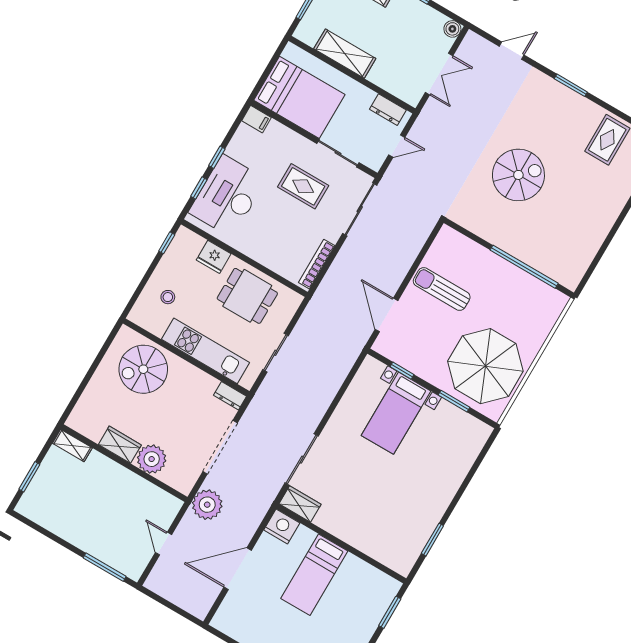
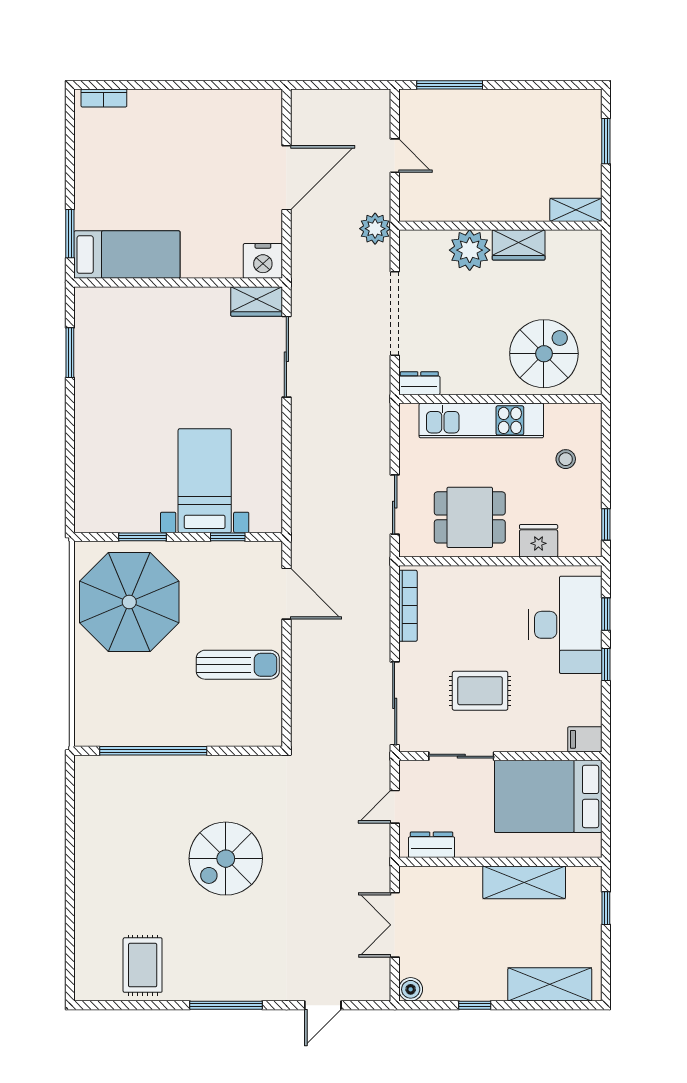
window: (571, 85) -> (226, 1005), width x1.44
sliding door: (275, 353) -> (395, 505), moved
plant: (207, 505) -> (375, 229), width x0.73, depth x0.73
bed: (314, 575) -> (127, 255), moved, turned 90

